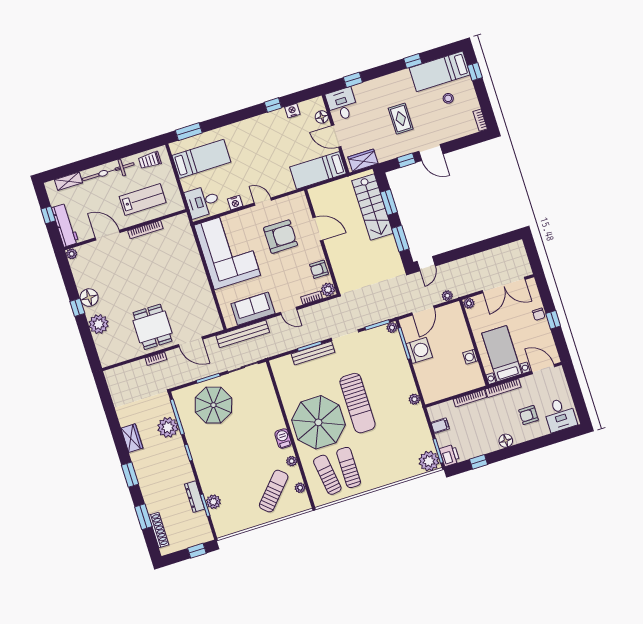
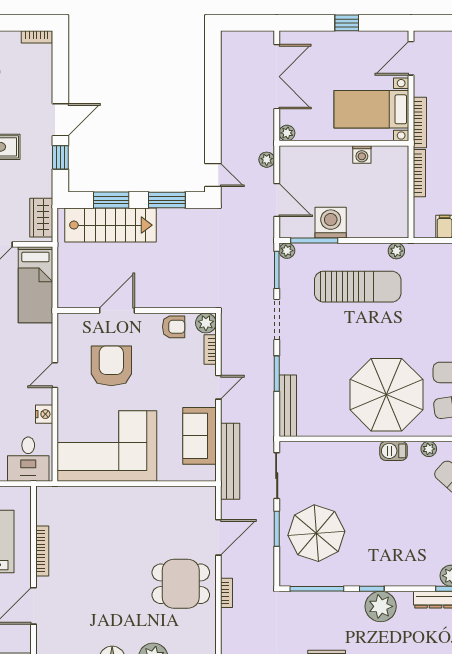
armchair: (319, 269) -> (174, 327), turned -90
chair: (539, 314) -> (333, 41), removed
bench: (313, 353) -> (288, 406), moved
sun lounger: (358, 403) -> (358, 287), moved
plant: (168, 427) -> (381, 606), moved

